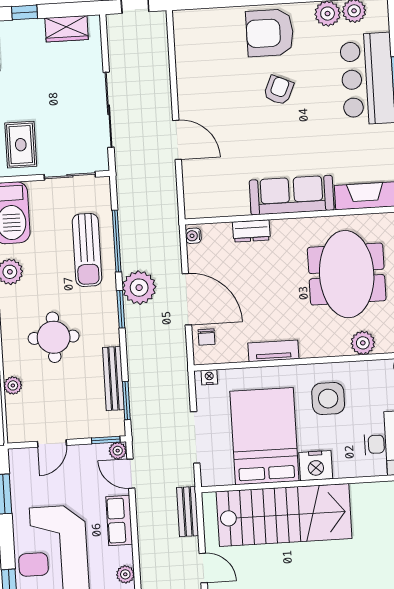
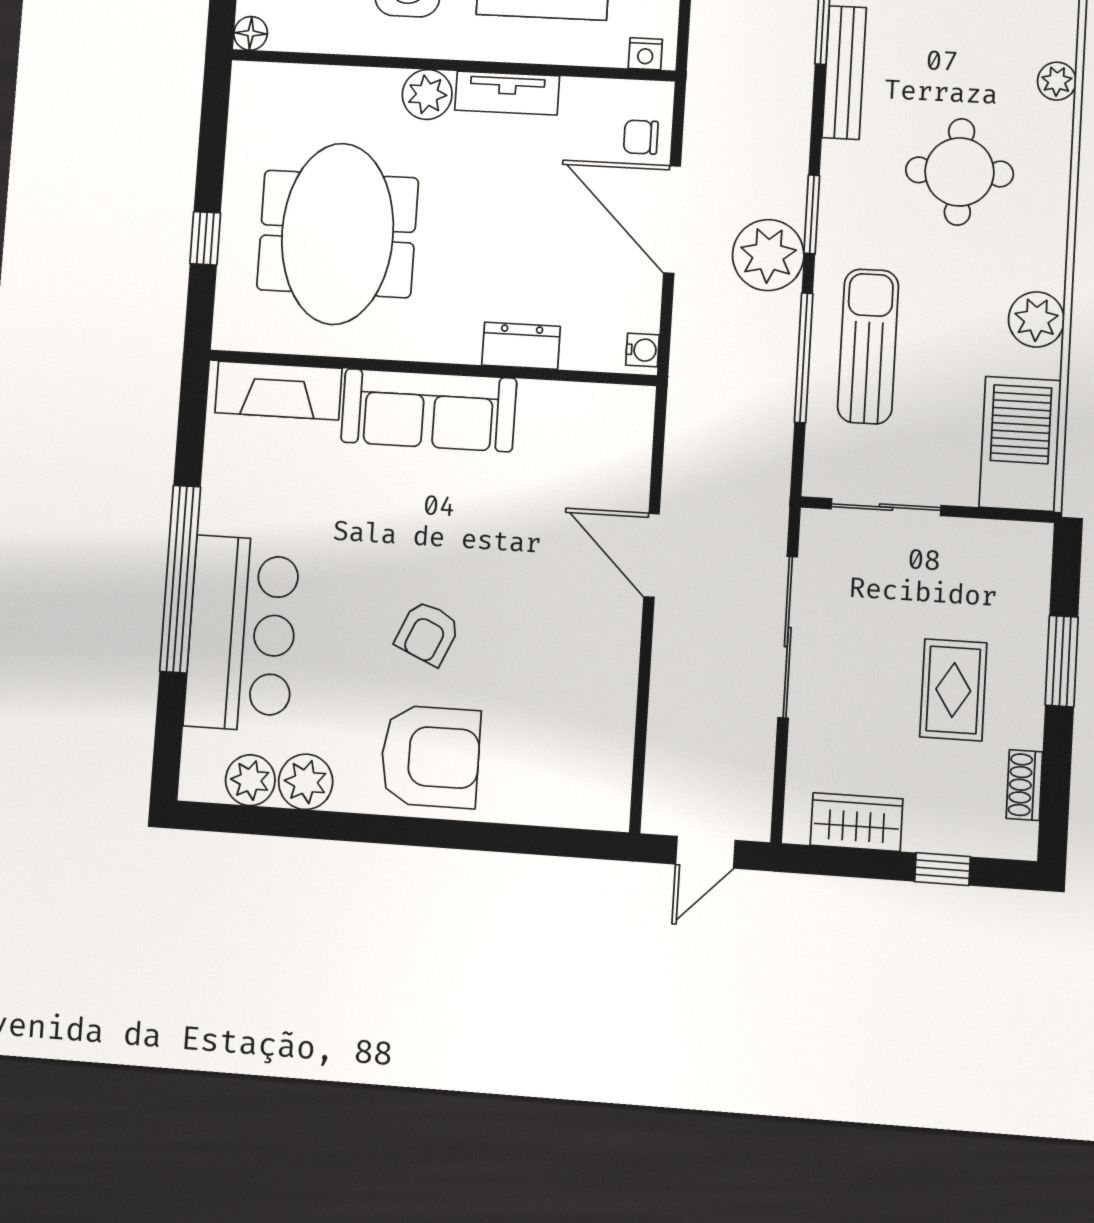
rug: (21, 145) -> (953, 690), moved
chair: (206, 337) -> (641, 137), turned -90
plant: (363, 343) -> (427, 94), moved

